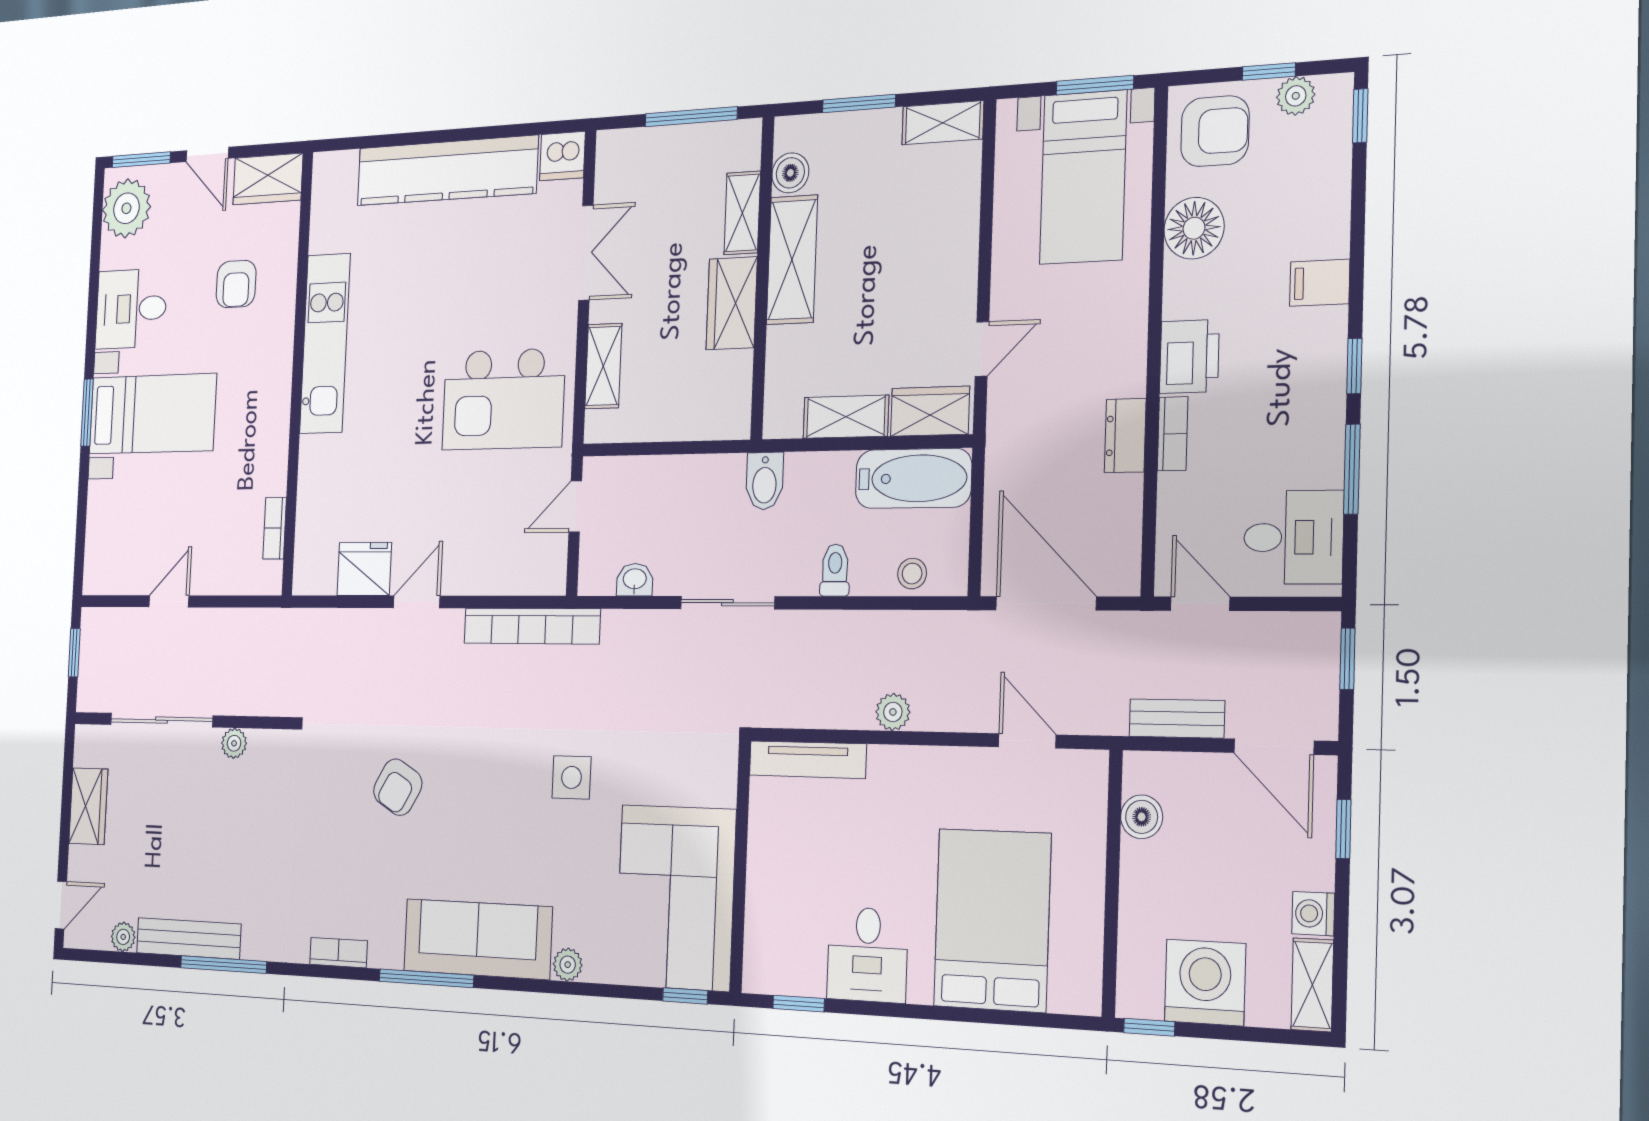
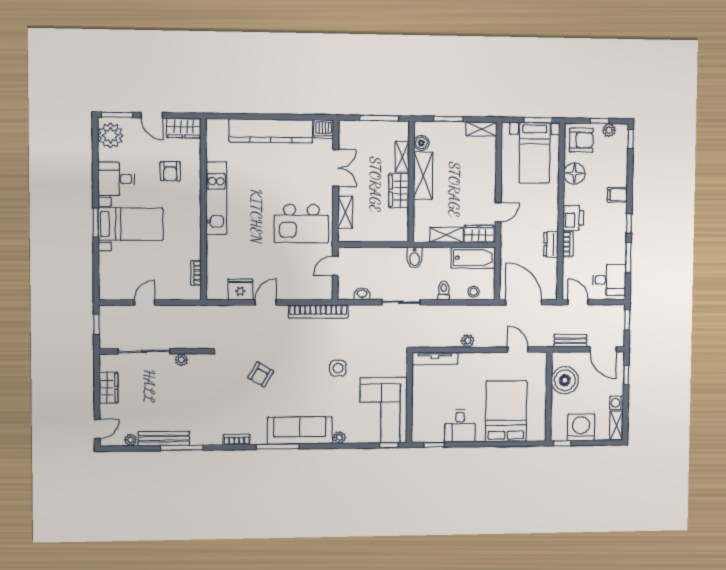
boiler: (1142, 817) -> (565, 380), width x1.86, depth x1.86

